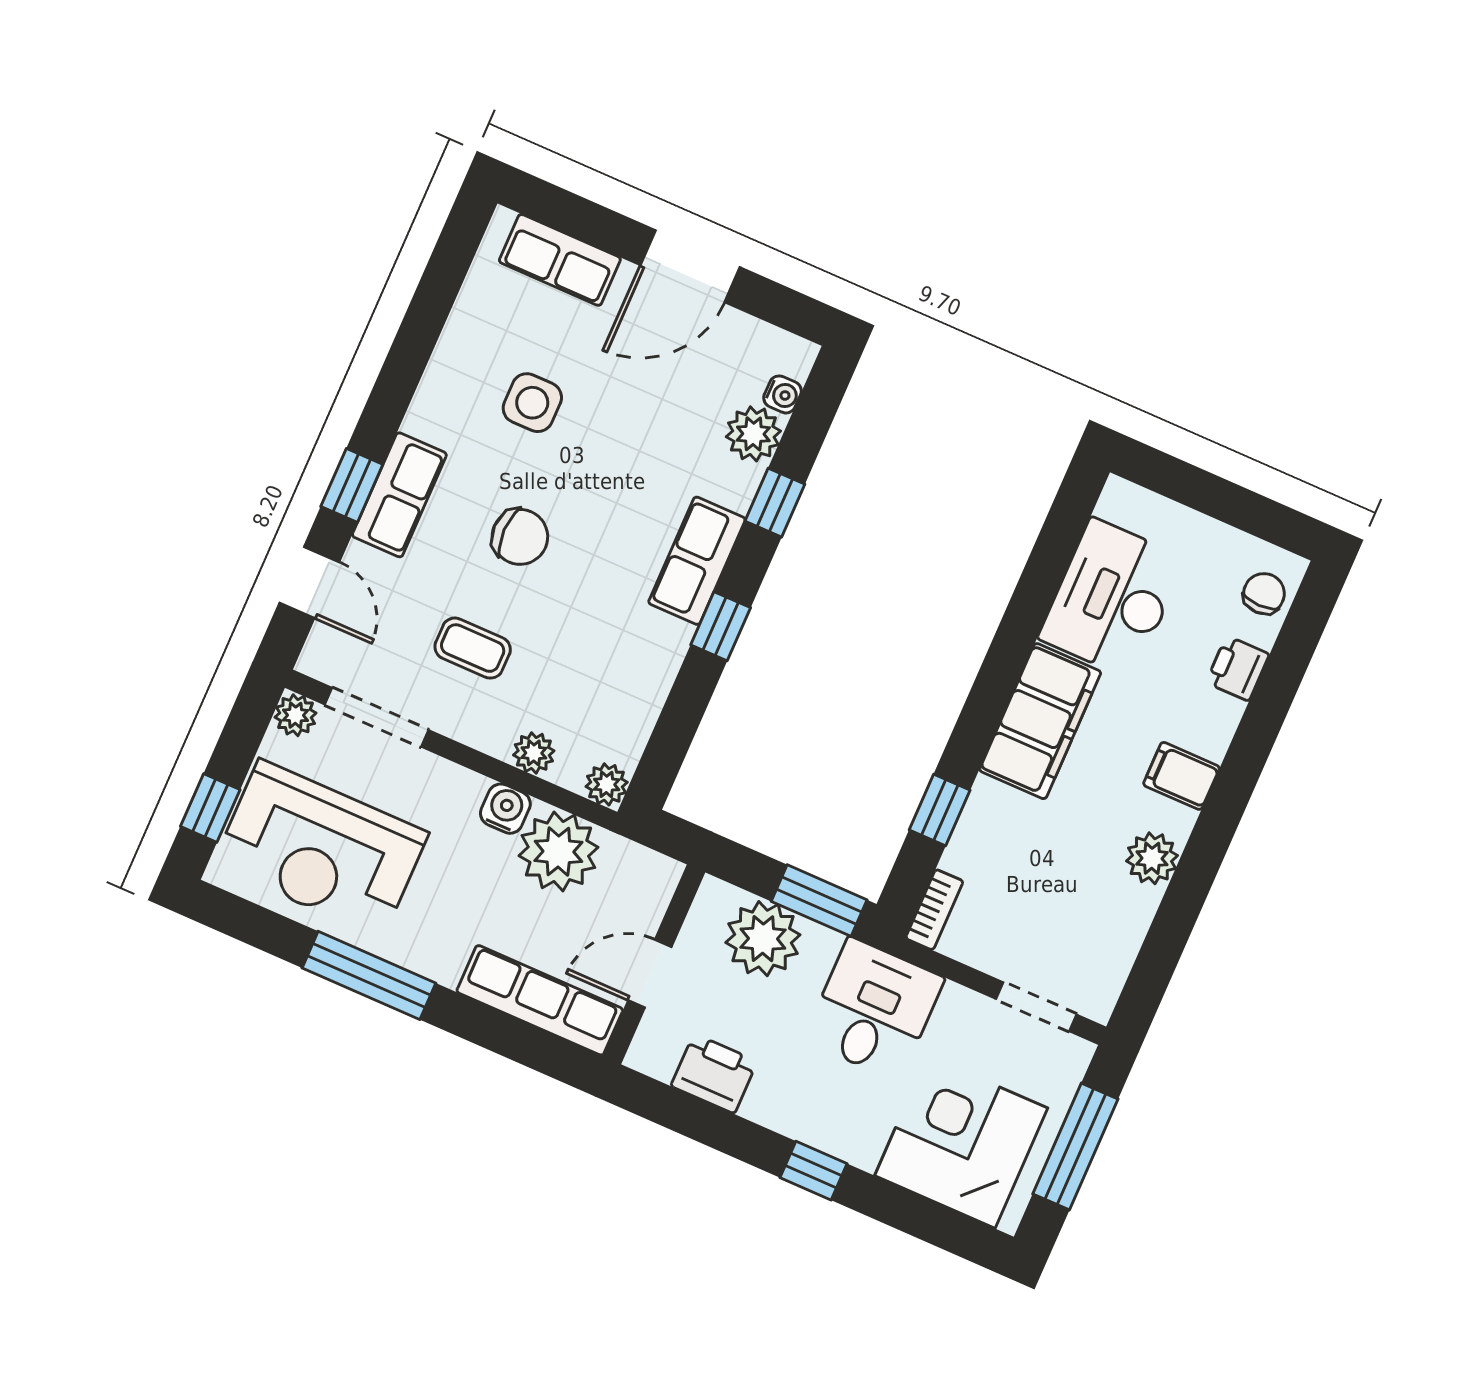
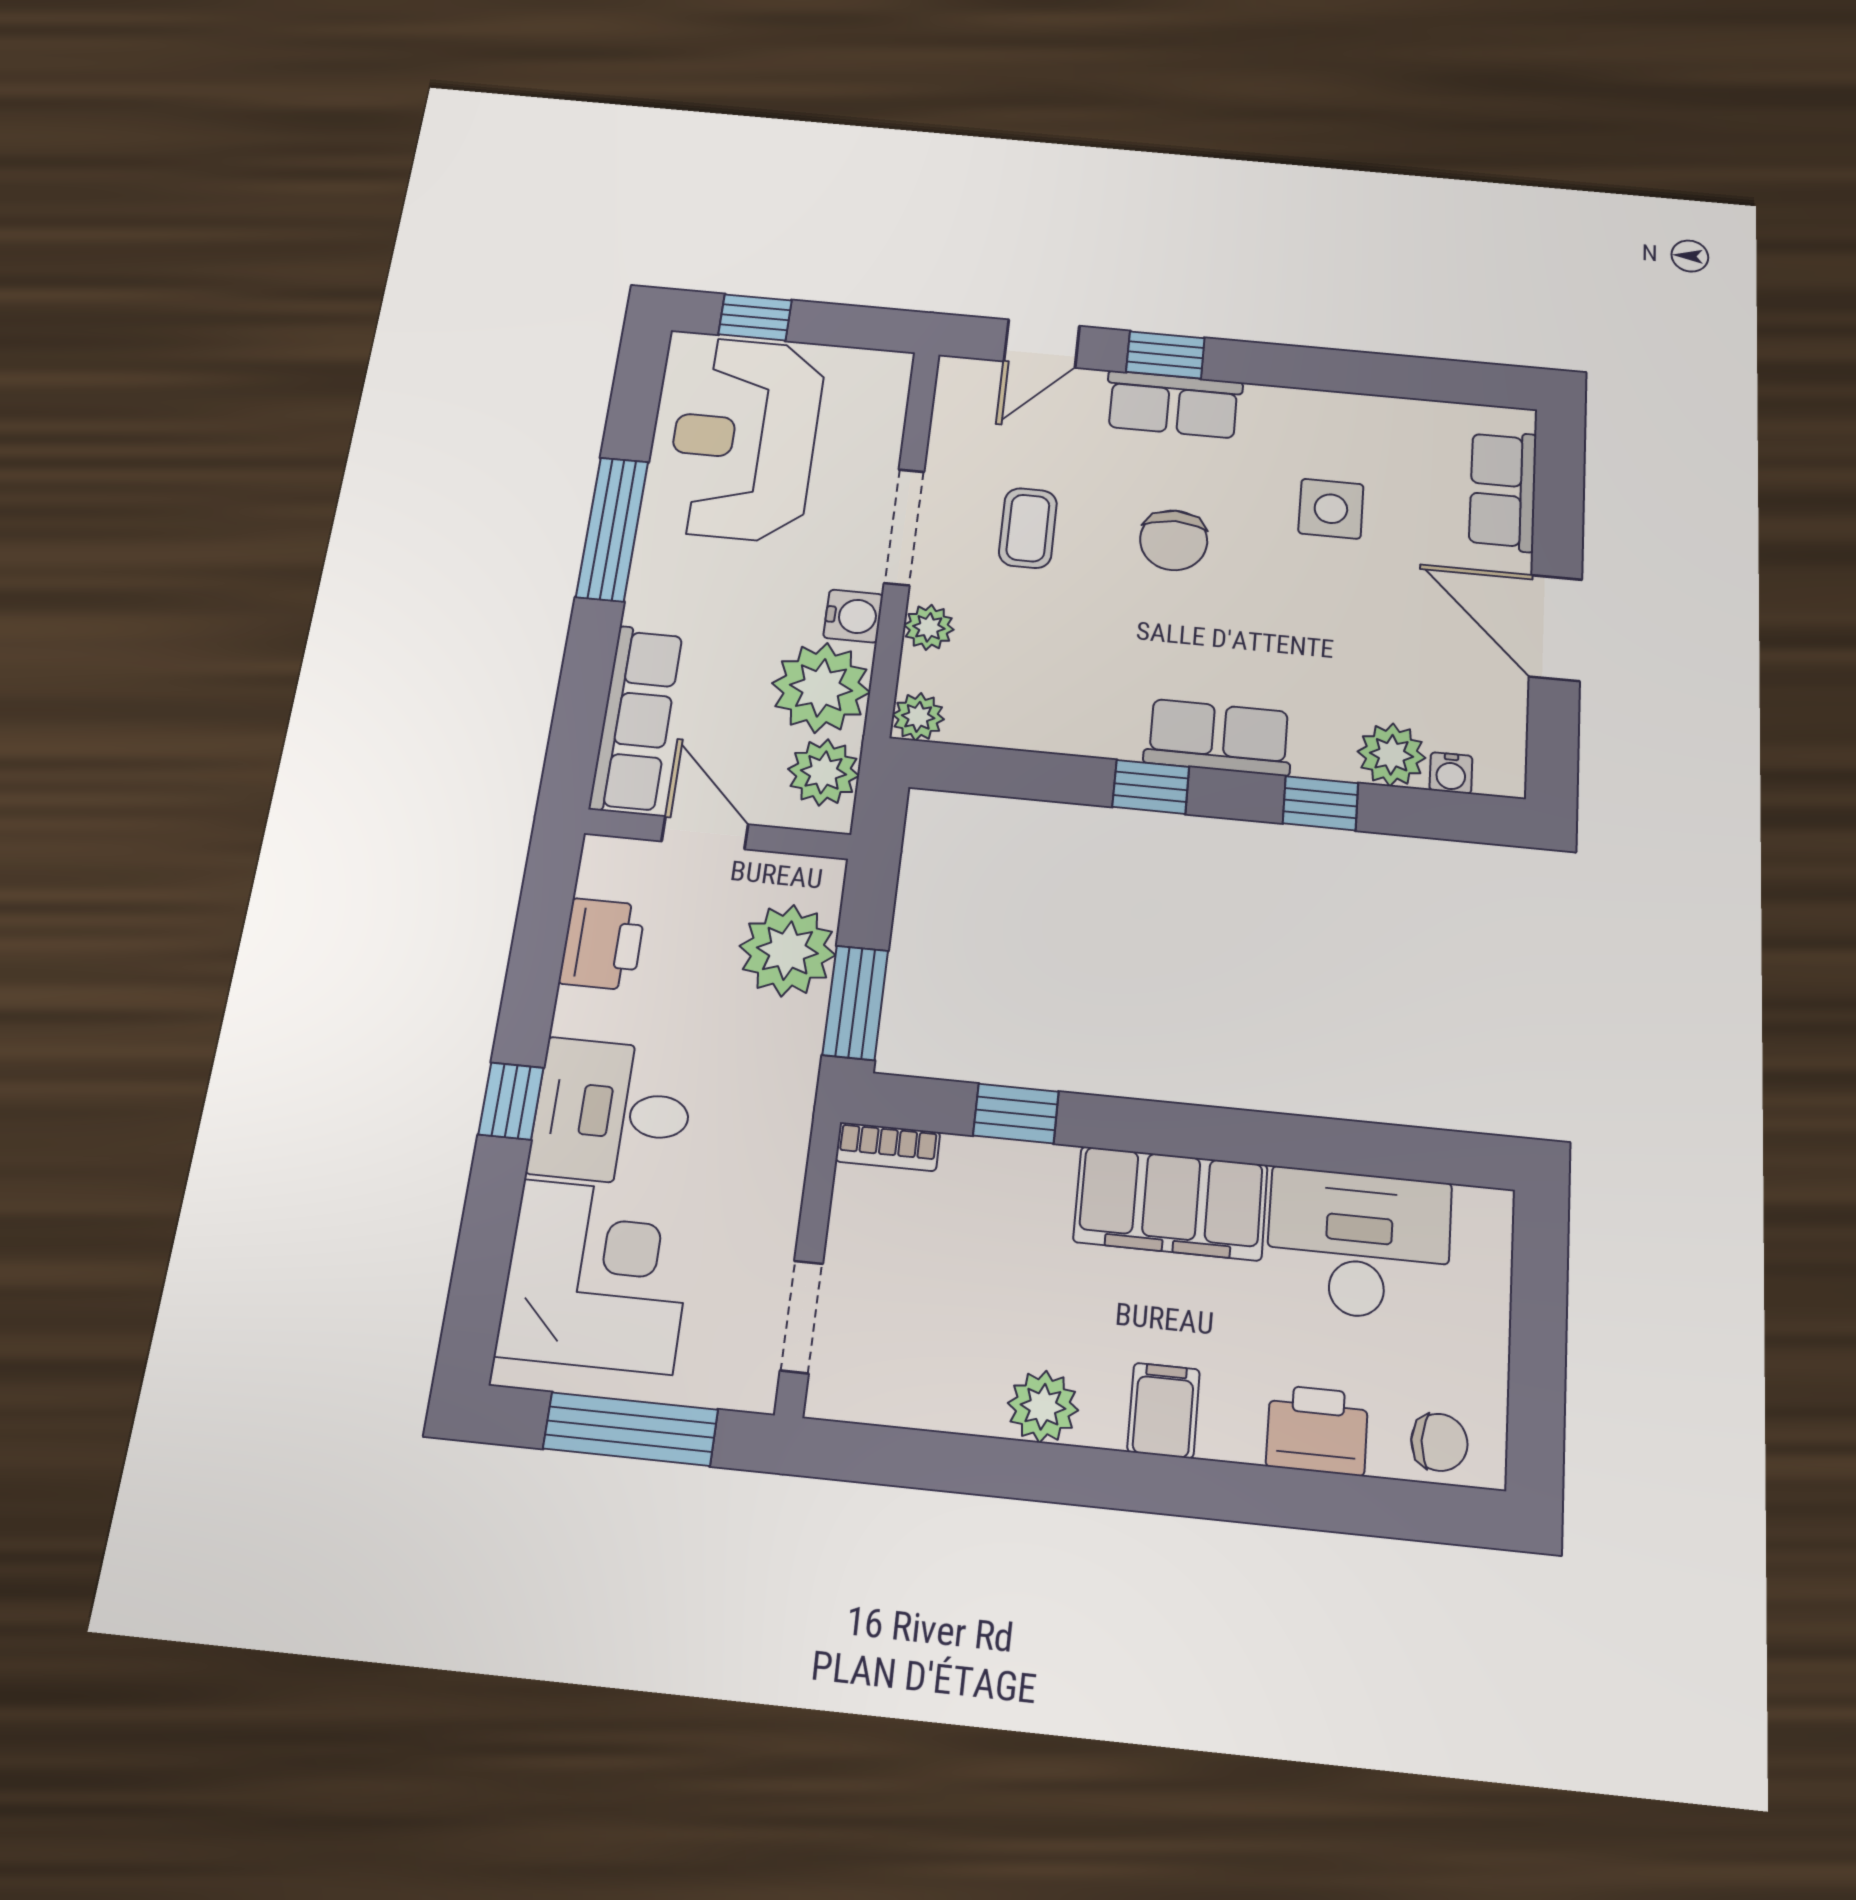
printer: (1238, 668) -> (1317, 1430), width x1.36, depth x1.24
plant: (296, 715) -> (824, 772), moved, width x1.38, depth x1.38
doorway: (377, 717) -> (904, 527), moved
desk: (874, 1009) -> (612, 1112), moved, turned 180

